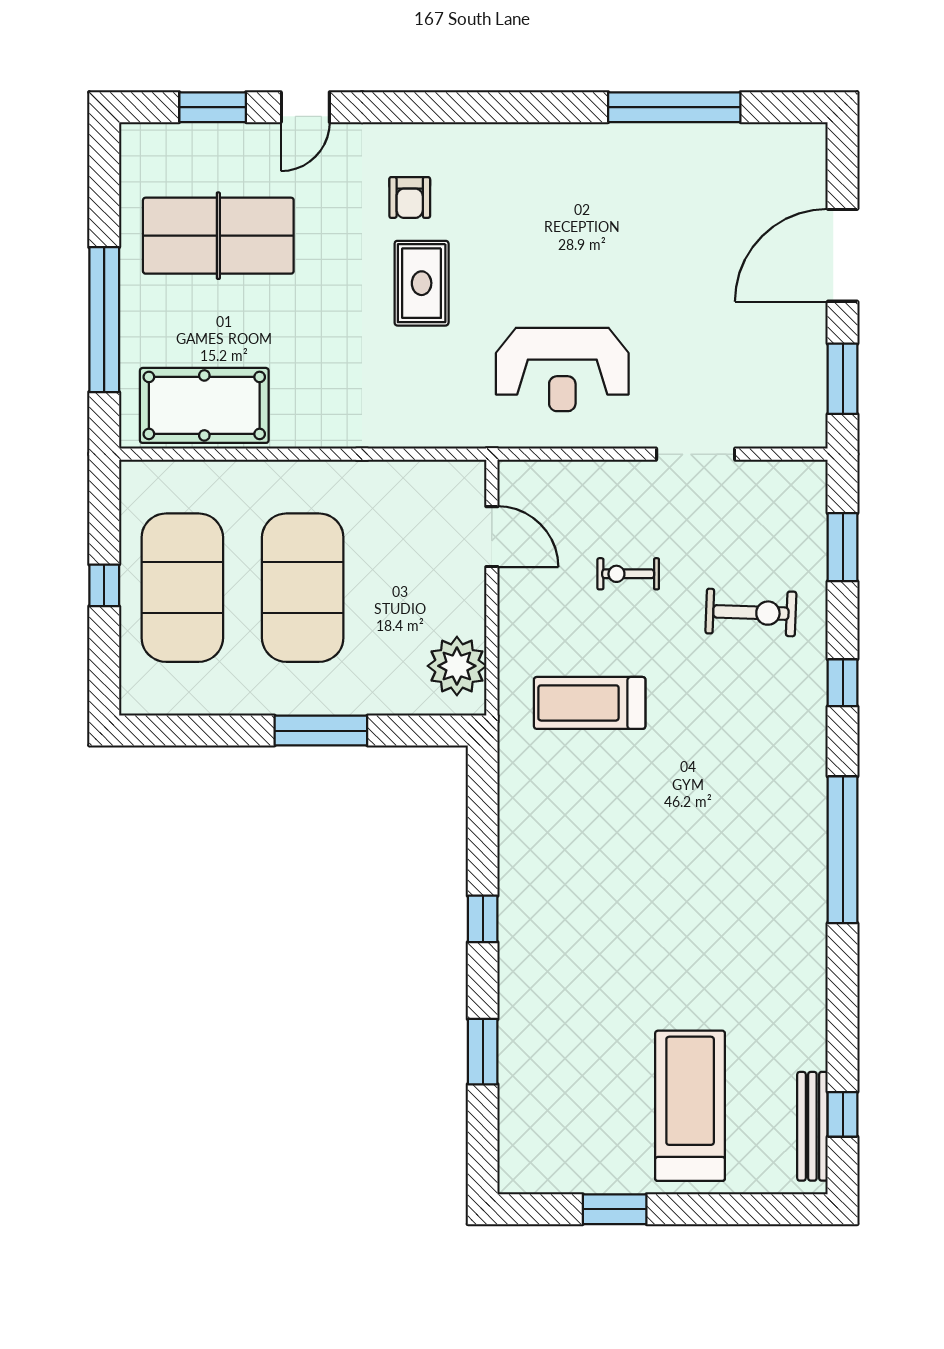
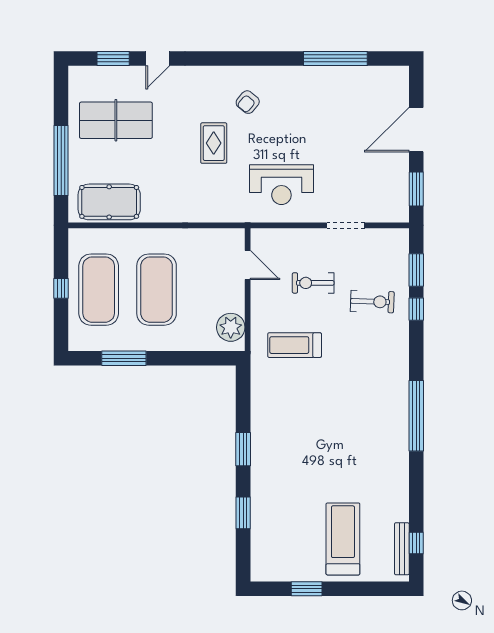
armchair: (410, 197) -> (248, 102), moved, turned 40
exercise bike: (628, 574) -> (313, 283), width x1.38, depth x1.39
window: (843, 683) -> (416, 309), moved
window: (321, 731) -> (124, 358), moved
window: (483, 919) -> (243, 449), width x1.50

